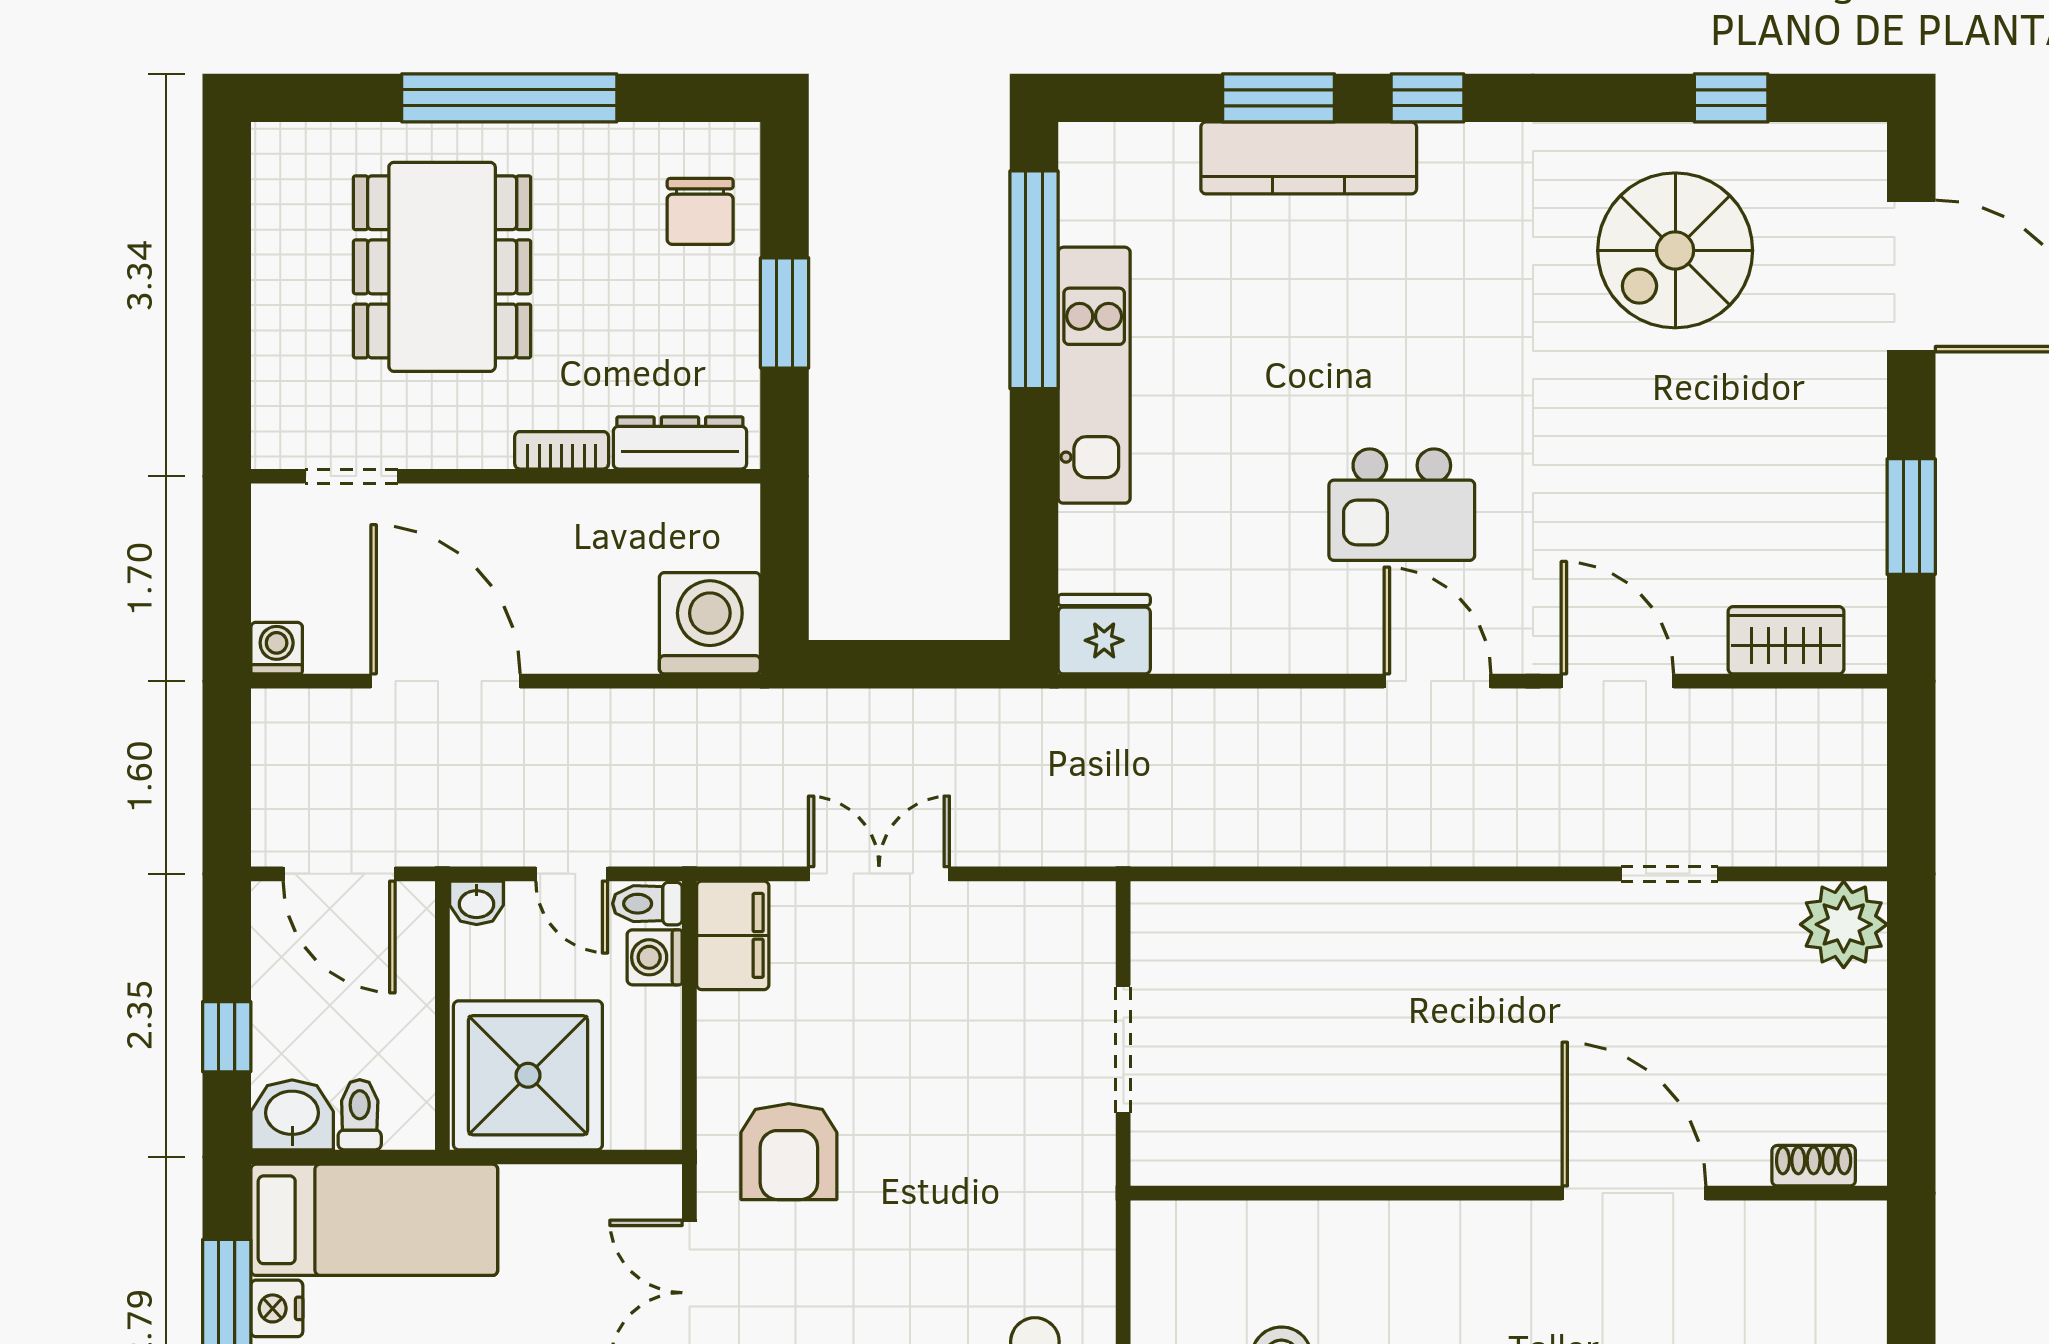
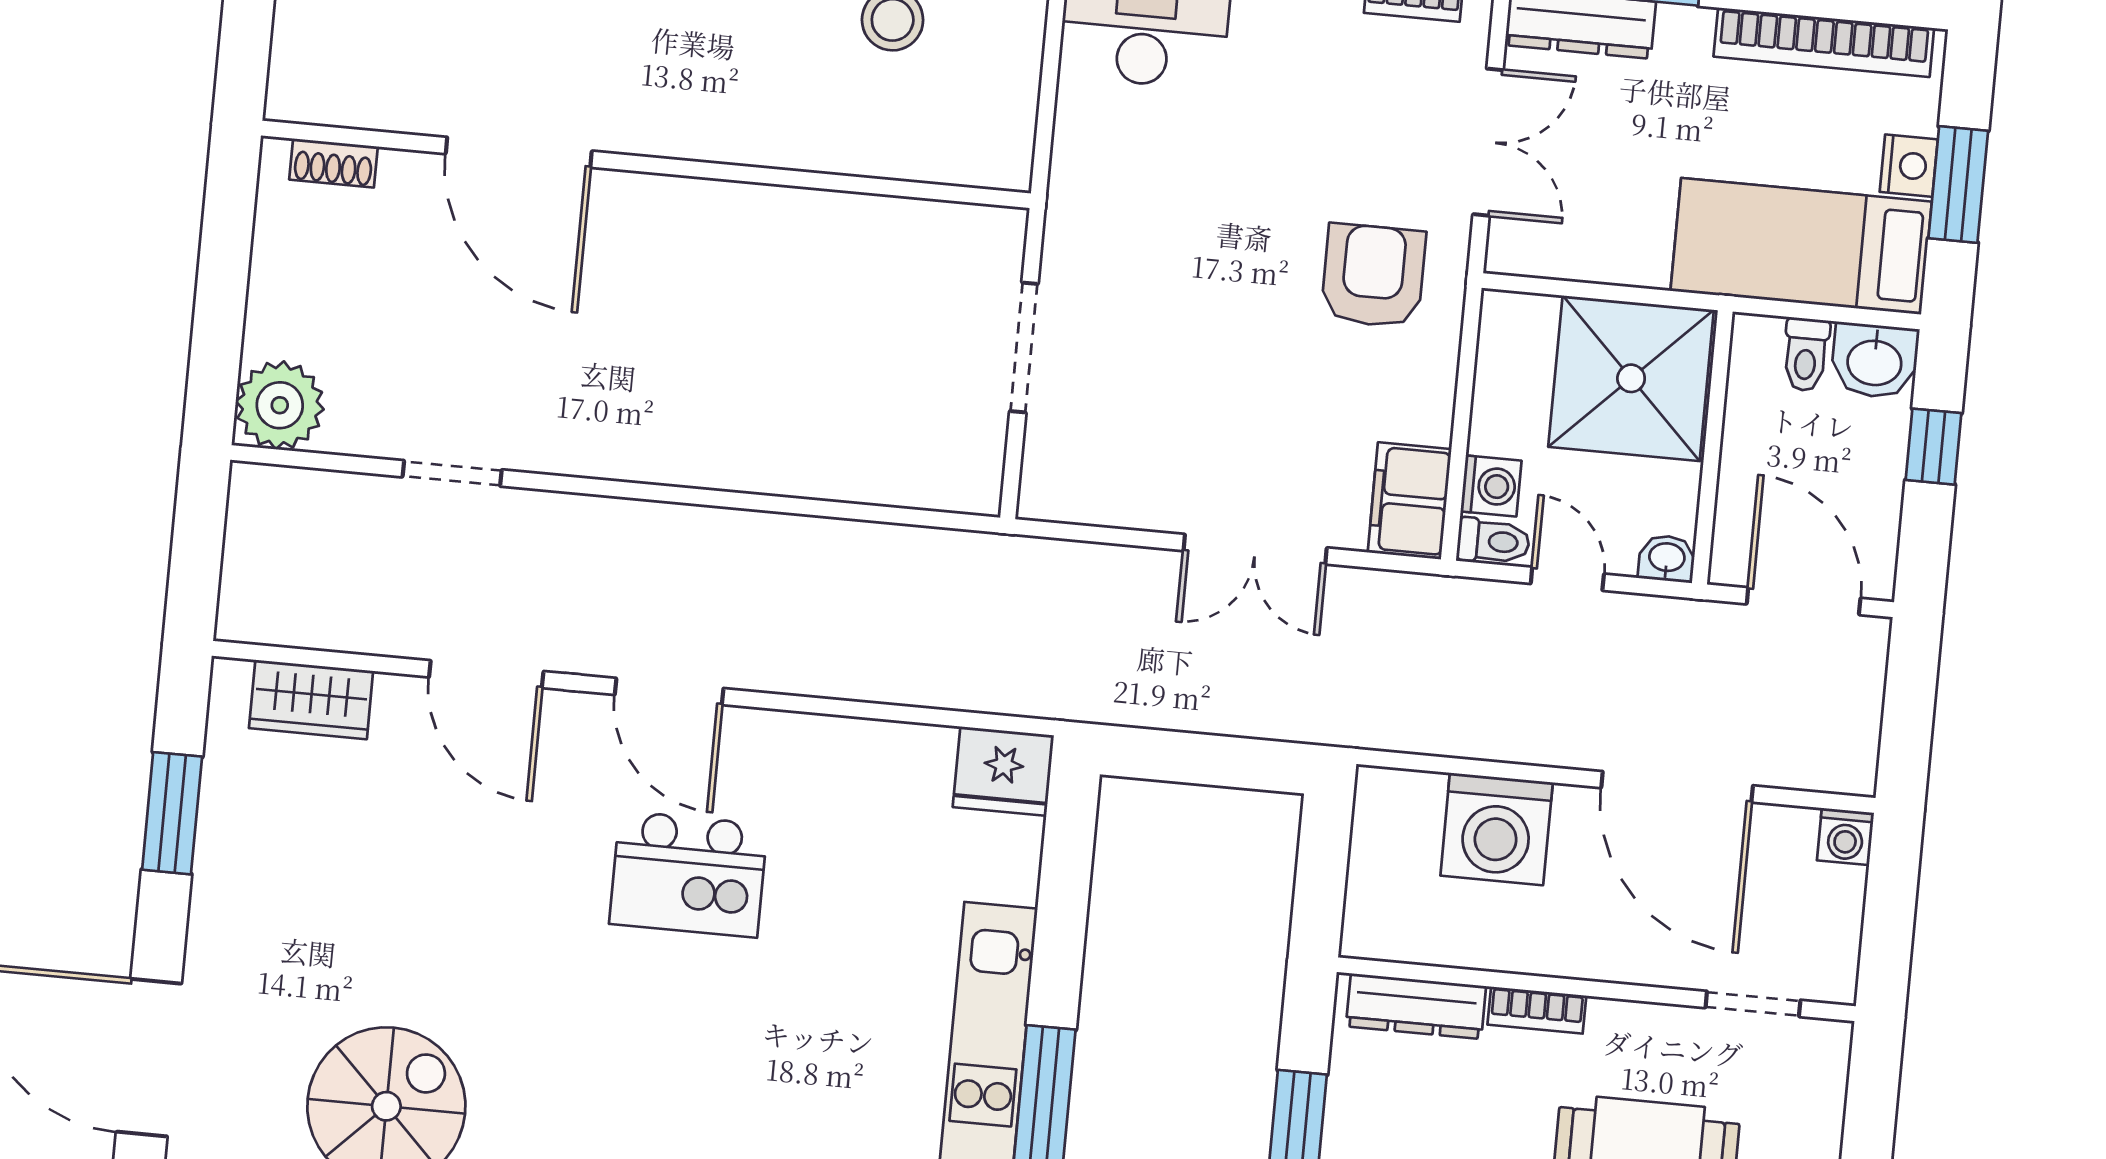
kitchen island: (1402, 505) -> (688, 874), turned 180
washing machine: (710, 623) -> (1497, 829), moved

